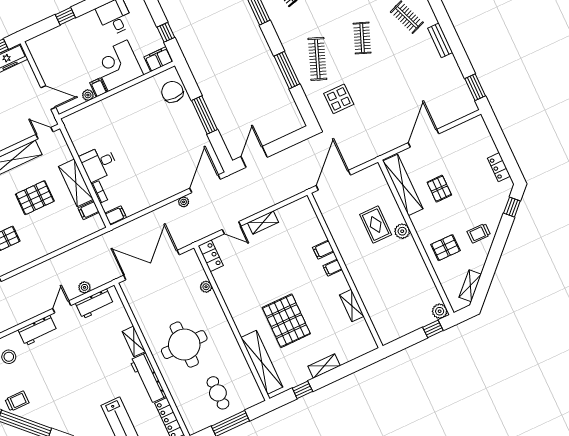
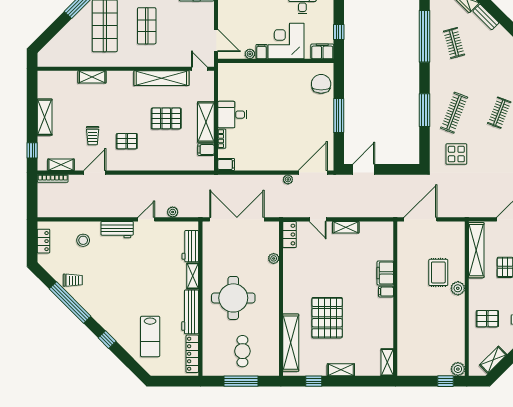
filing cabinet: (323, 250) -> (385, 273), width x2.00
workbench: (95, 304) -> (190, 246), moved, turned 90
shelving: (352, 306) -> (387, 362), moved

